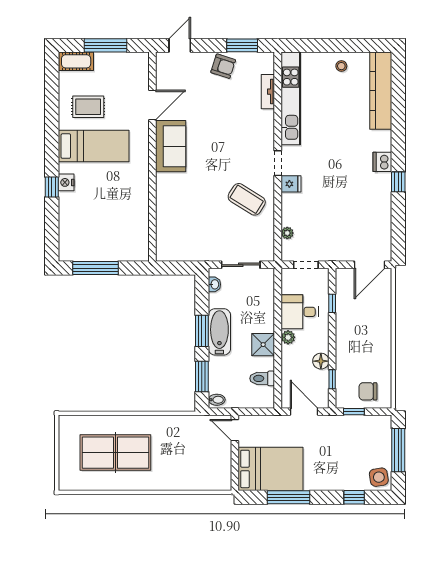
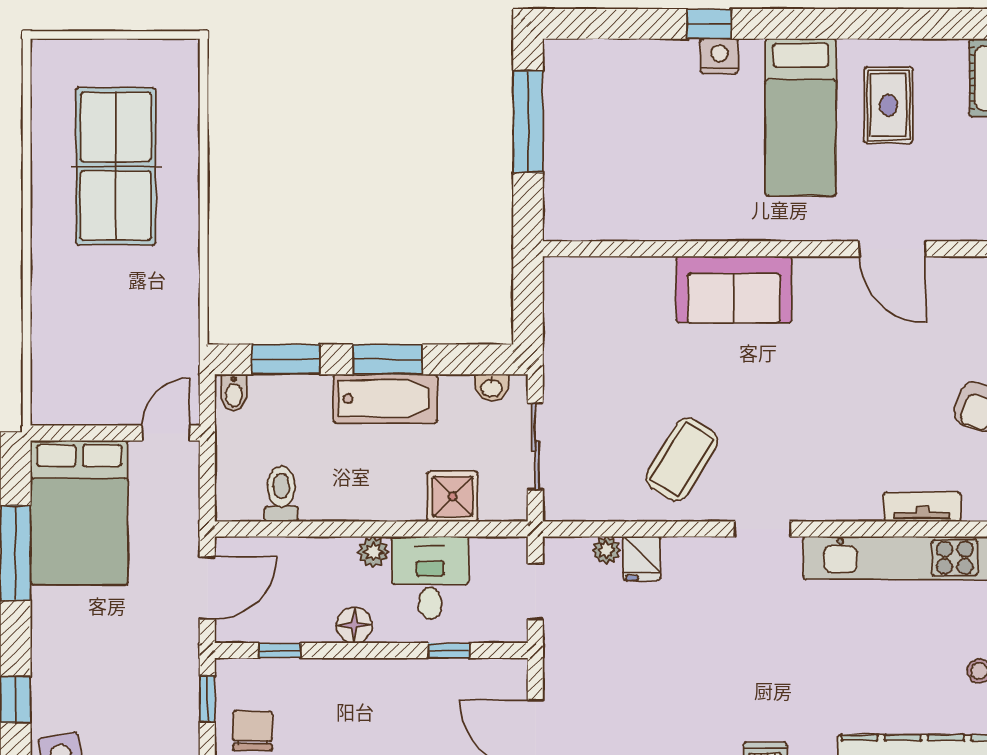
sofa: (171, 146) -> (734, 290), moved
fridge: (291, 184) -> (642, 558), moved
shower: (263, 345) -> (452, 496), moved
floor lamp: (321, 361) -> (354, 625), moved

